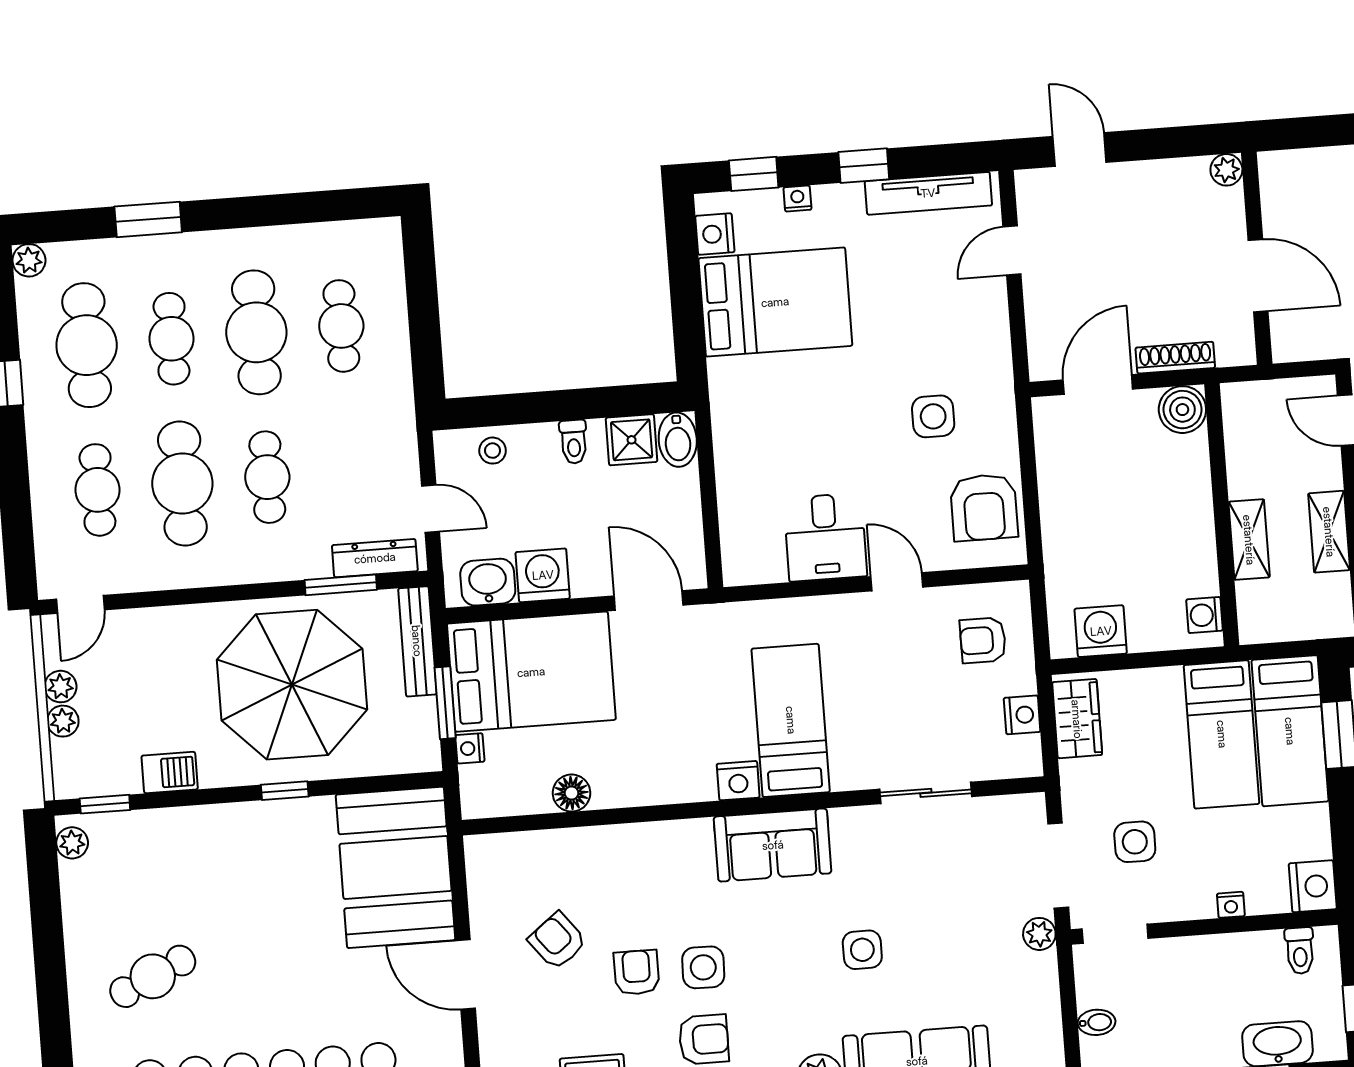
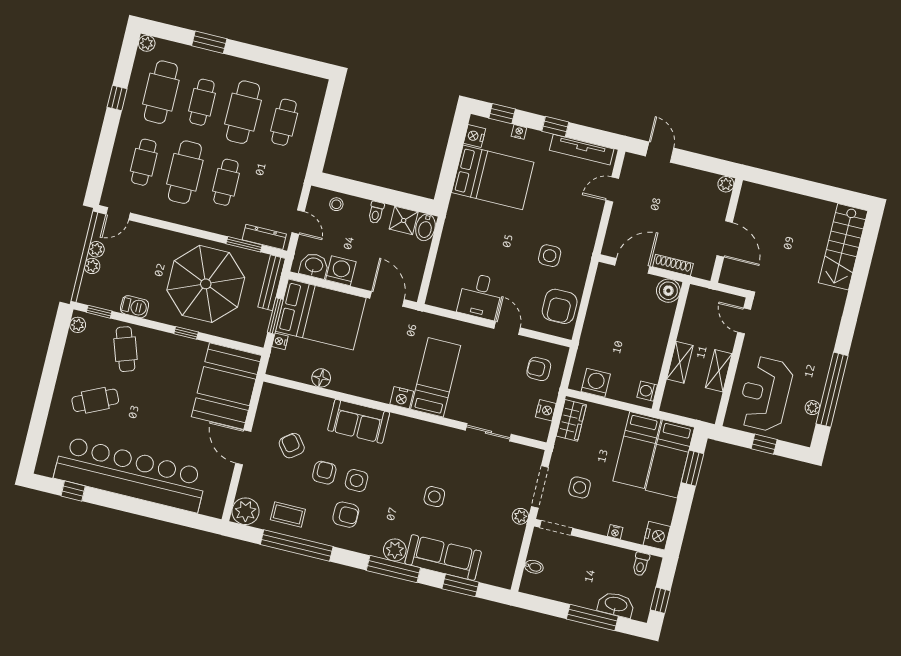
sofa: (773, 845) -> (359, 421), moved
cafe table: (179, 860) -> (125, 349), added

